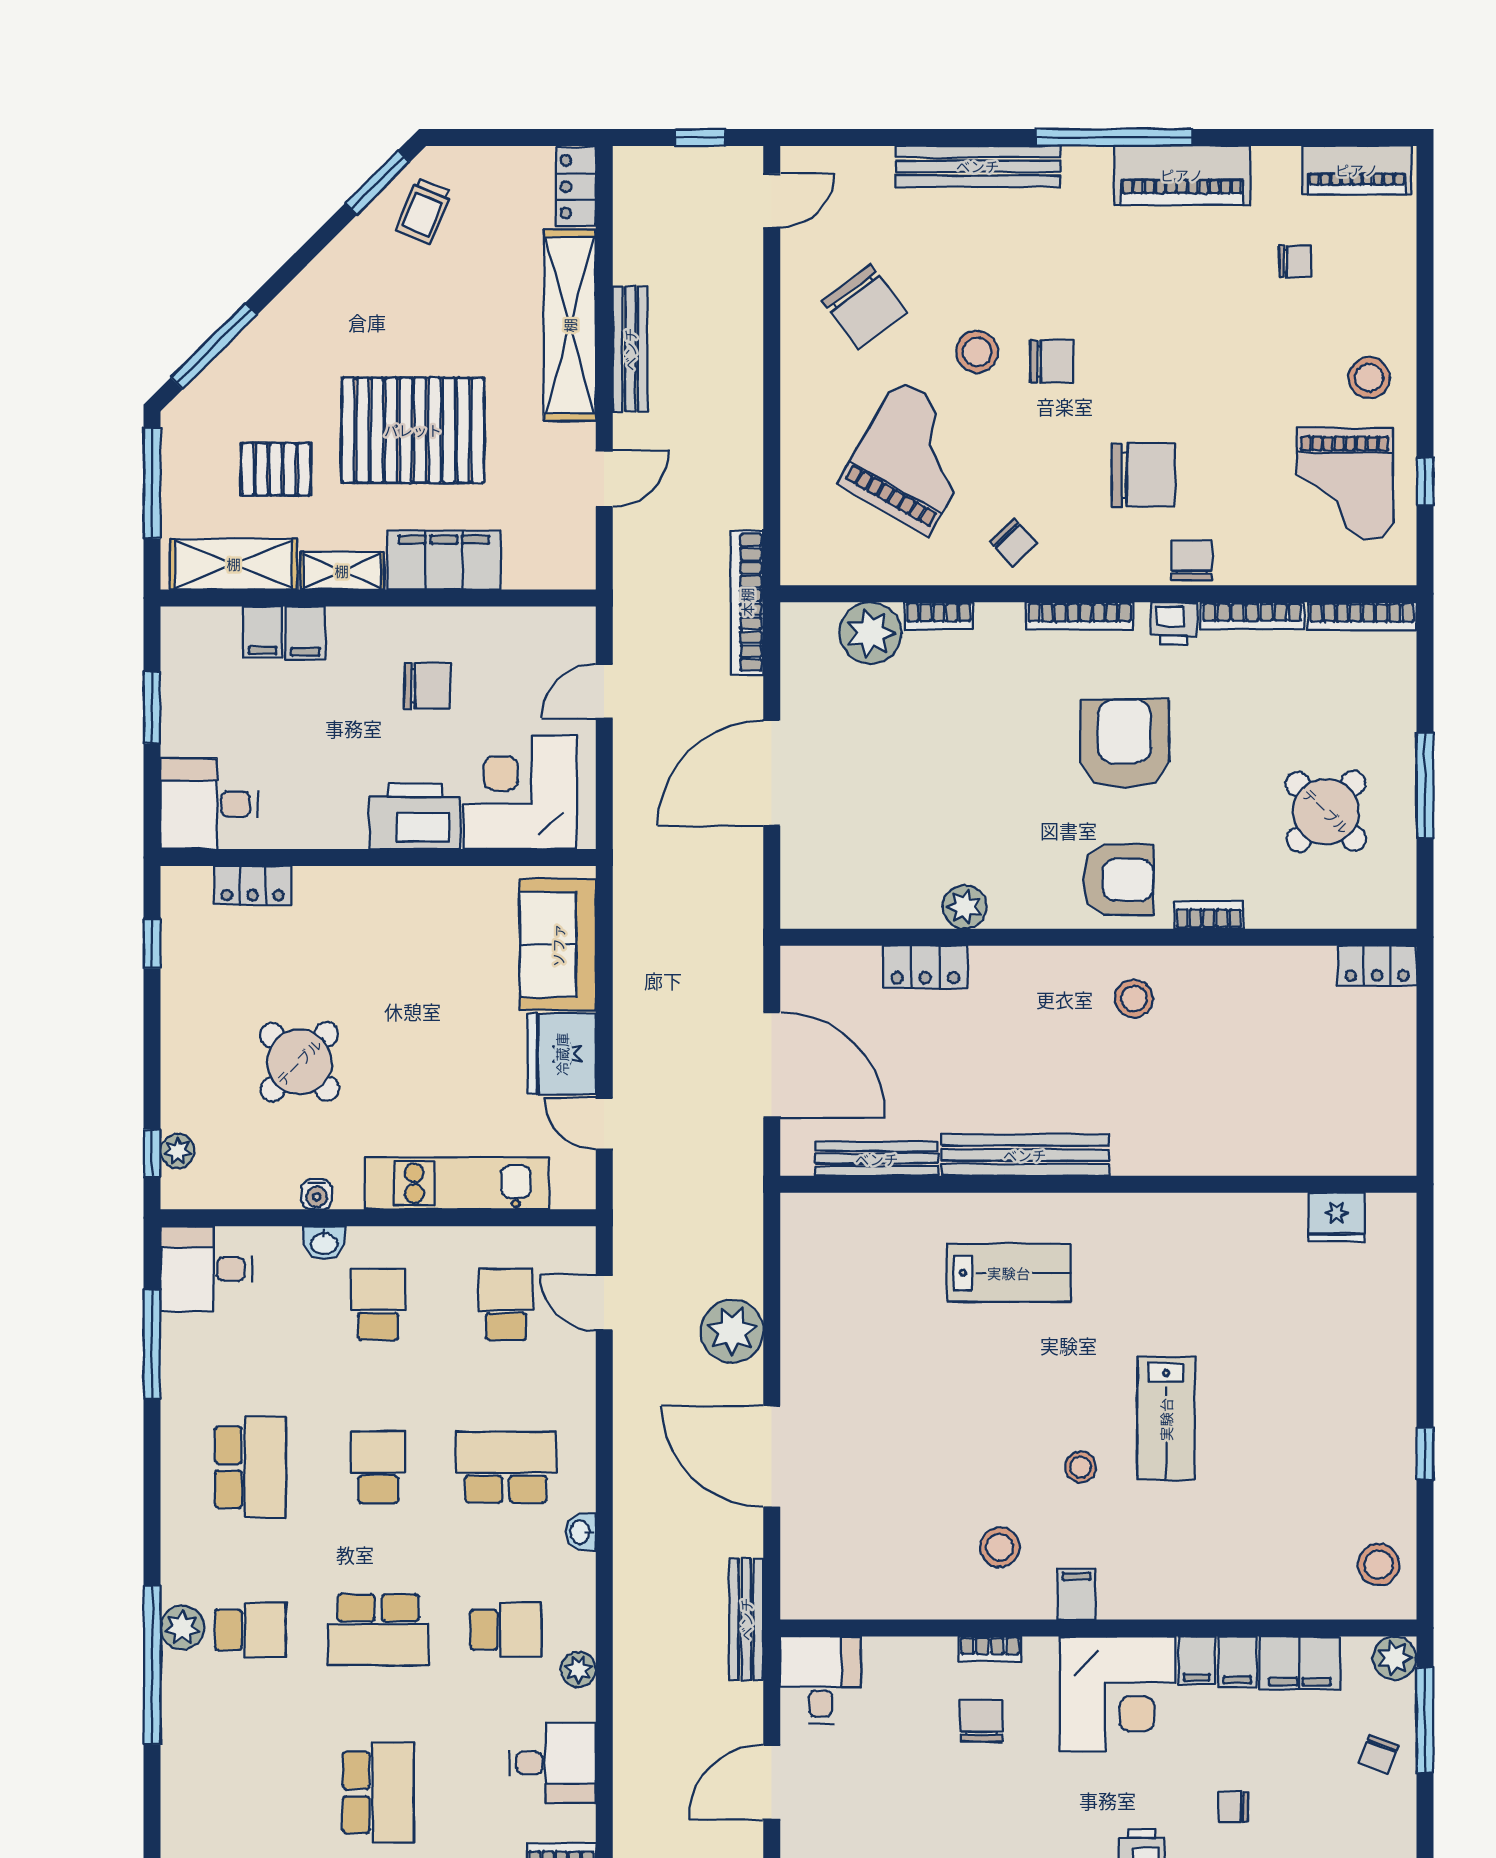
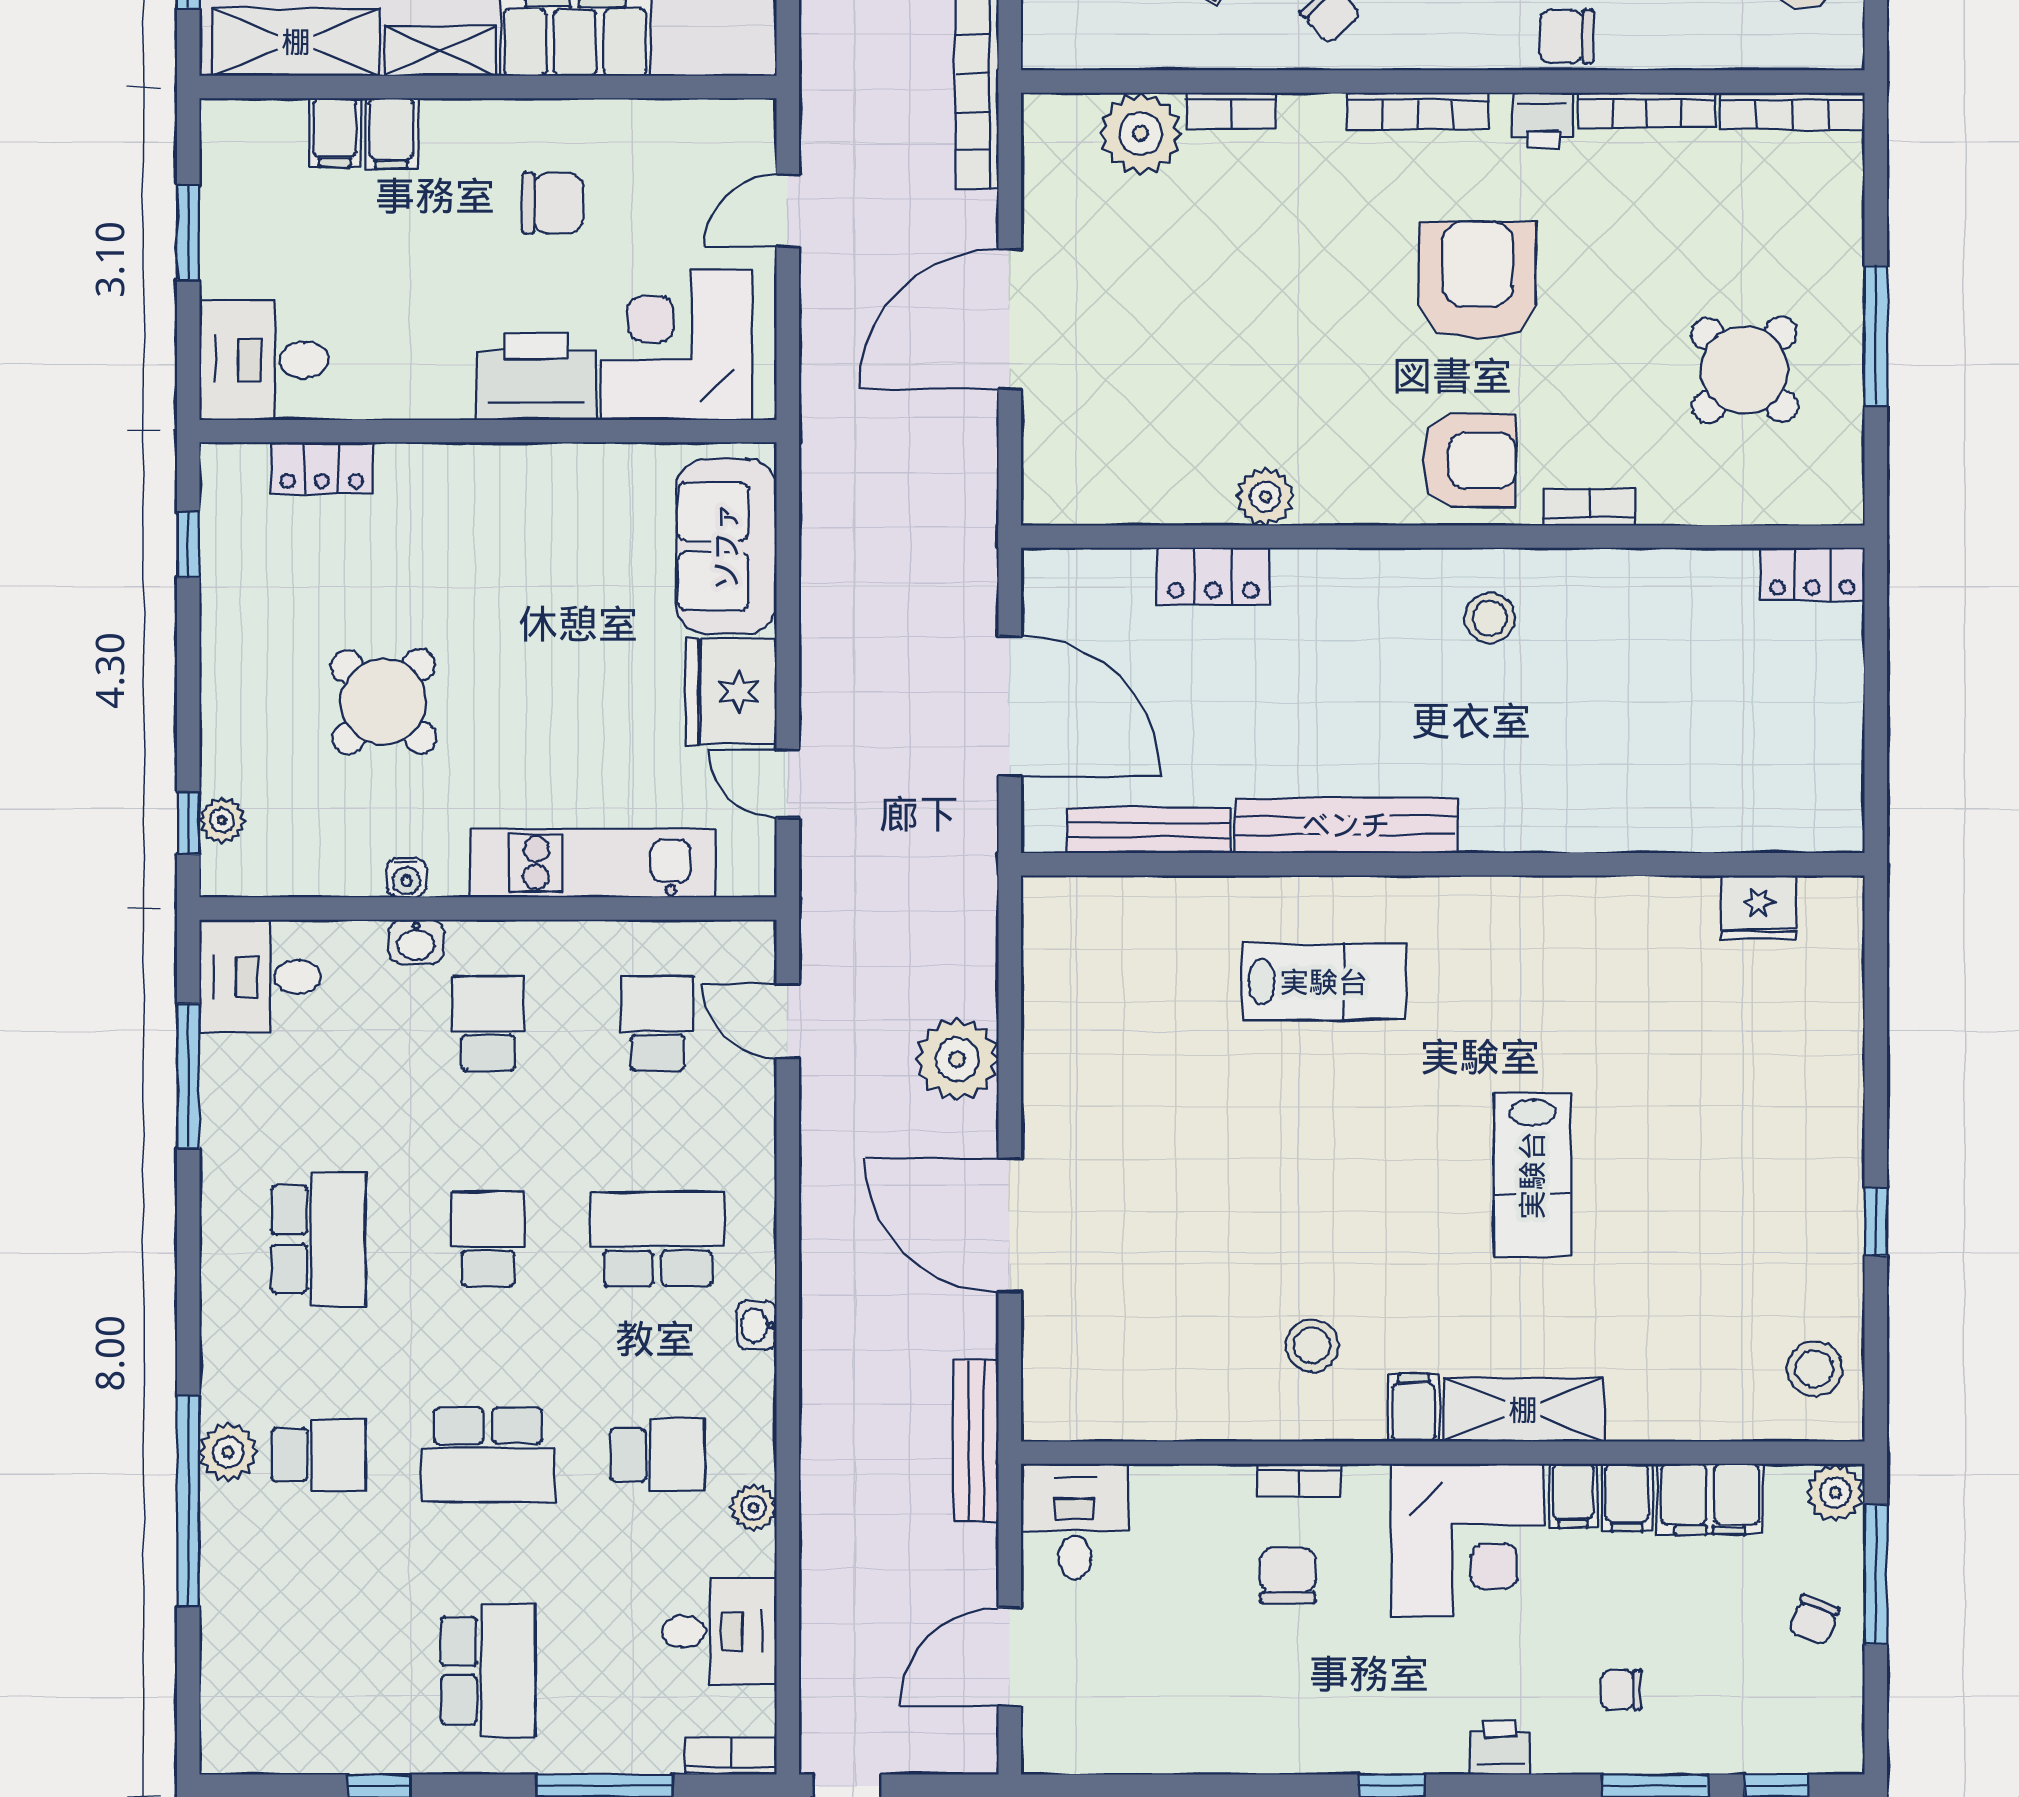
chair: (1192, 560) -> (1567, 37), turned -90
stool: (1081, 1467) -> (1419, 1239), removed
shelving: (1159, 1596) -> (1523, 1410), added

